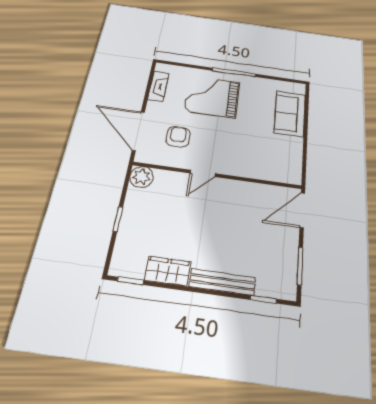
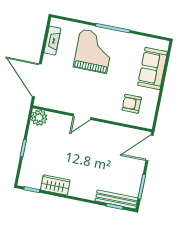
grand piano: (212, 97) -> (94, 51), turned 90
armchair: (178, 137) -> (132, 104), moved, turned -90
bench: (222, 282) -> (117, 199), moved

